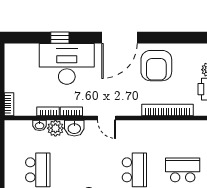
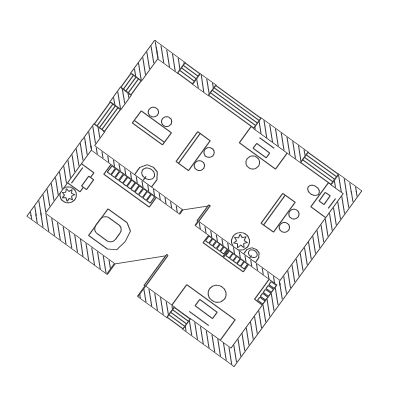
desk: (67, 64) -> (209, 305), moved
armchair: (156, 66) -> (112, 232), turned -90
door: (107, 118) -> (189, 218), hinge flipped
washbasin: (74, 128) -> (148, 174), moved

